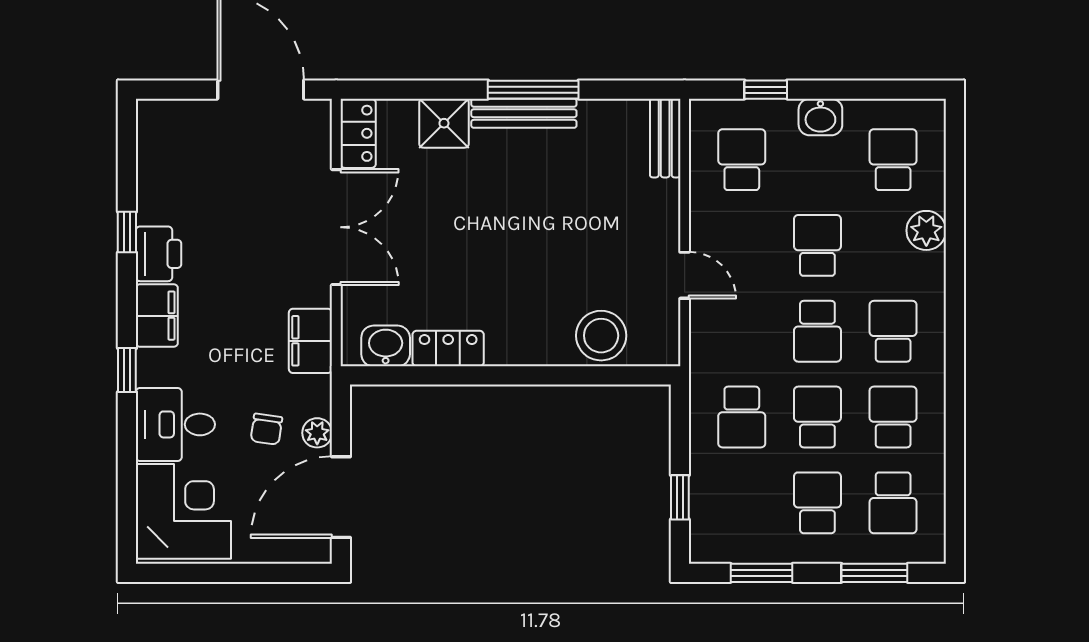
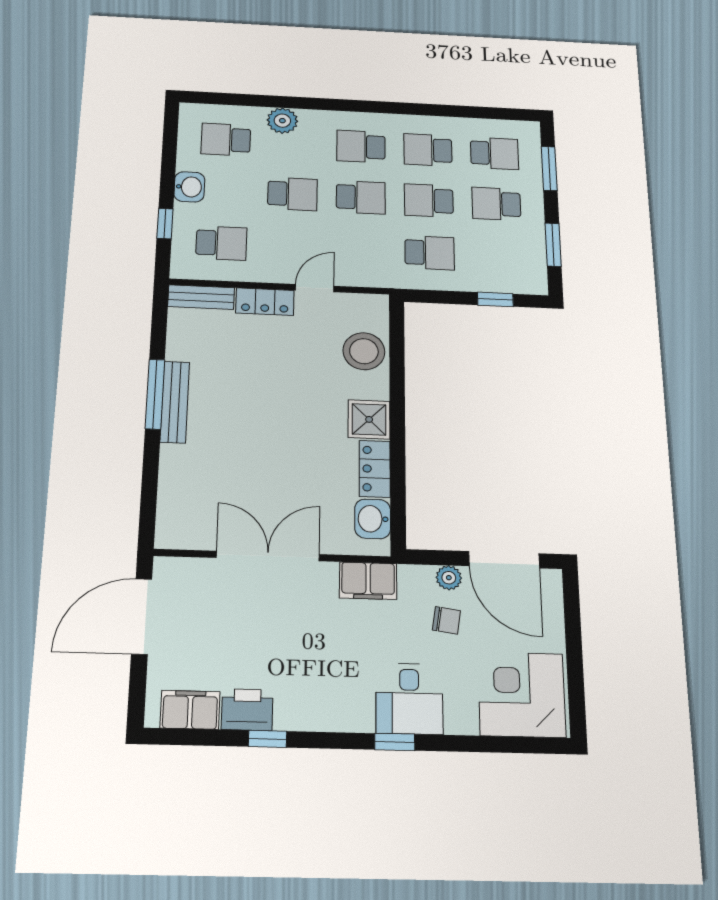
shower: (444, 123) -> (369, 419), moved
locker: (358, 133) -> (265, 302), moved, turned 180
school desk: (742, 160) -> (221, 243), turned 180
school desk: (817, 245) -> (292, 194), turned 180
printer: (159, 254) -> (247, 710), moved
filing cabinet: (157, 316) -> (190, 710), moved
desk: (175, 424) -> (409, 699), moved

